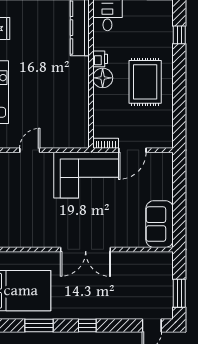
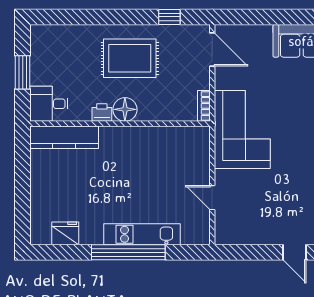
window: (179, 35) -> (169, 17), moved
door: (132, 150) -> (212, 50), moved

